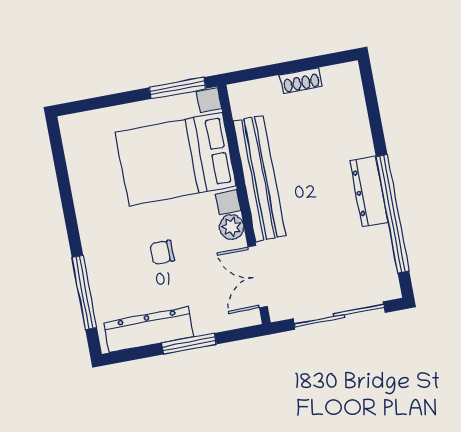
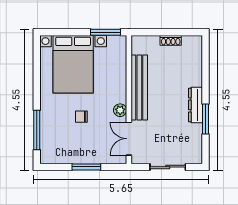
bed with nightstands: (176, 159) -> (73, 64), moved, turned -90
window: (393, 214) -> (206, 119), width x0.47
sliding door: (339, 316) -> (168, 167), width x0.73
dresser: (149, 330) -> (67, 156), removed

